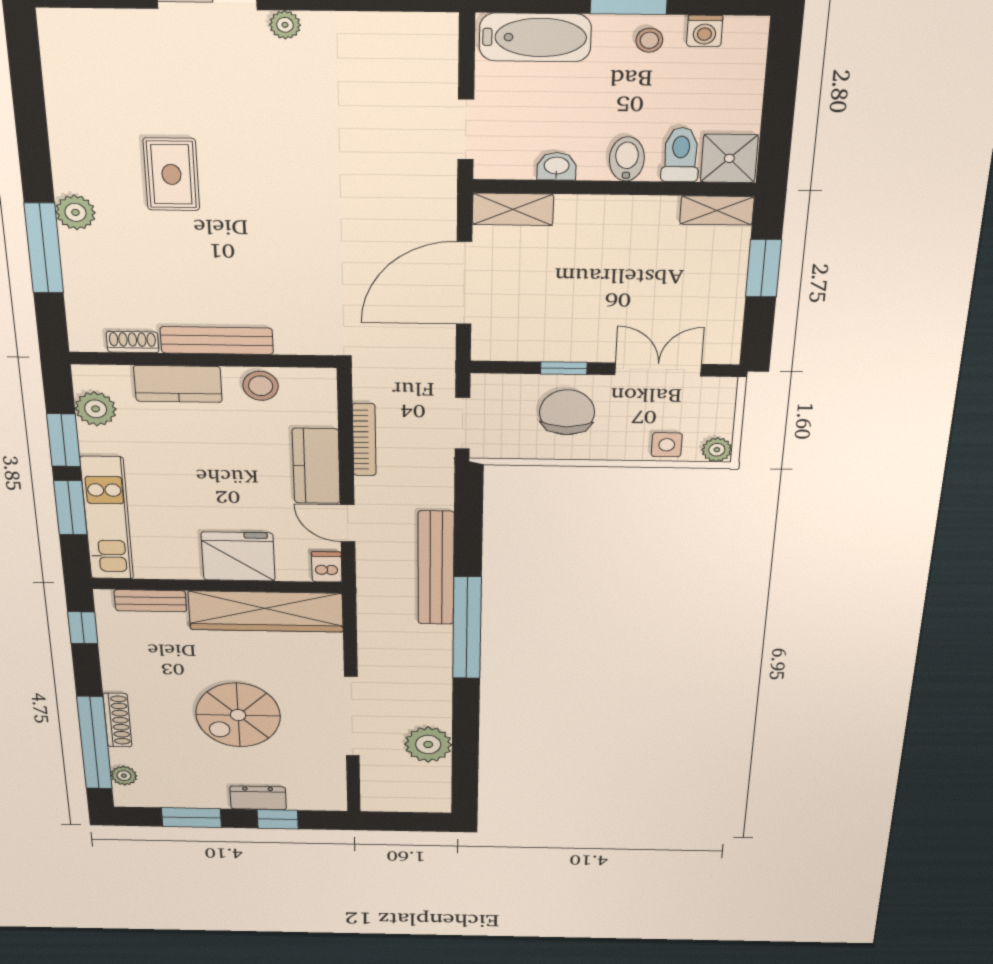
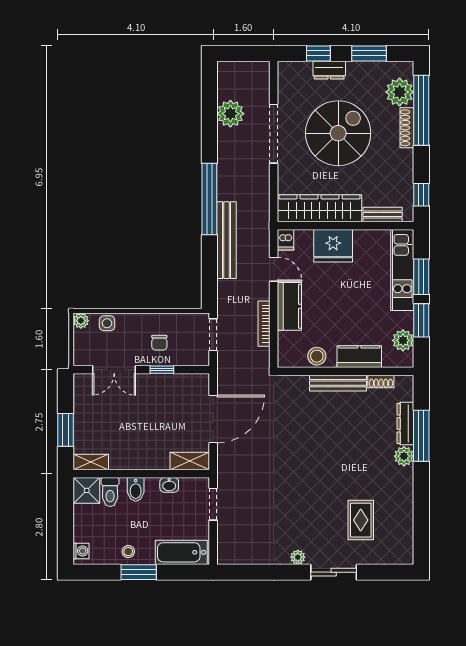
washing machine: (705, 31) -> (81, 551), moved, turned 90
rug: (171, 174) -> (361, 520), moved
dresser: (78, 270) -> (405, 423), added
chair: (567, 412) -> (159, 343), width x0.54, depth x0.54
spiral stairs: (238, 715) -> (338, 133), width x1.37, depth x1.37
plant: (124, 776) -> (400, 92), width x1.88, depth x1.88

